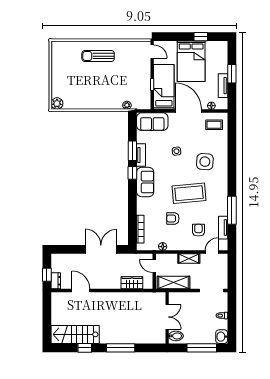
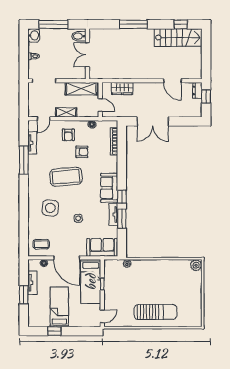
door: (152, 52) -> (102, 316), swing flipped
sun lounger: (98, 56) -> (156, 312), width x1.36, depth x1.34
bed: (191, 61) -> (59, 307), width x0.67
armchair: (198, 230) -> (68, 135), moved
window: (85, 348) -> (181, 24), moved

